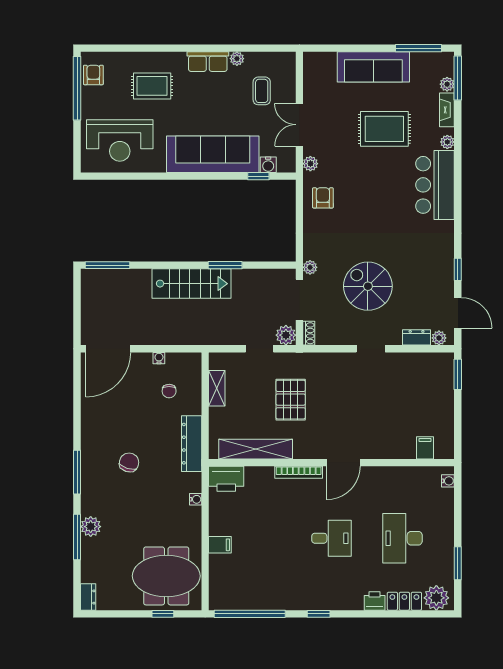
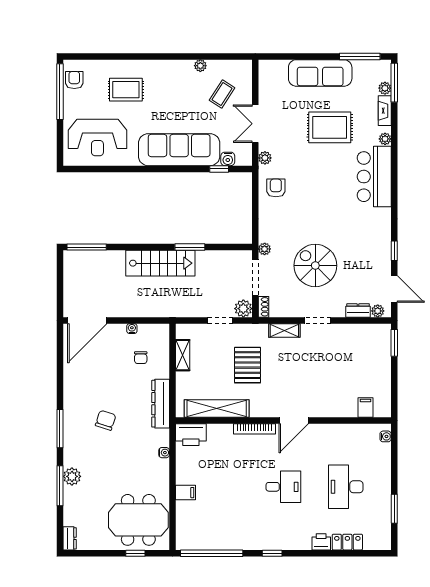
row of seats: (208, 62) -> (175, 68), removed
coffee table: (262, 91) -> (222, 94), turned 33
shelving: (333, 360) -> (284, 331), added
plant: (436, 598) -> (375, 539), removed

